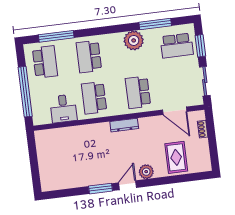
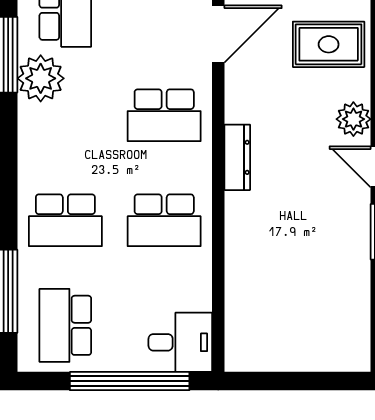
plant: (134, 40) -> (41, 78), moved
school desk: (45, 62) -> (65, 325), turned -90
desk: (63, 109) -> (180, 342), moved

